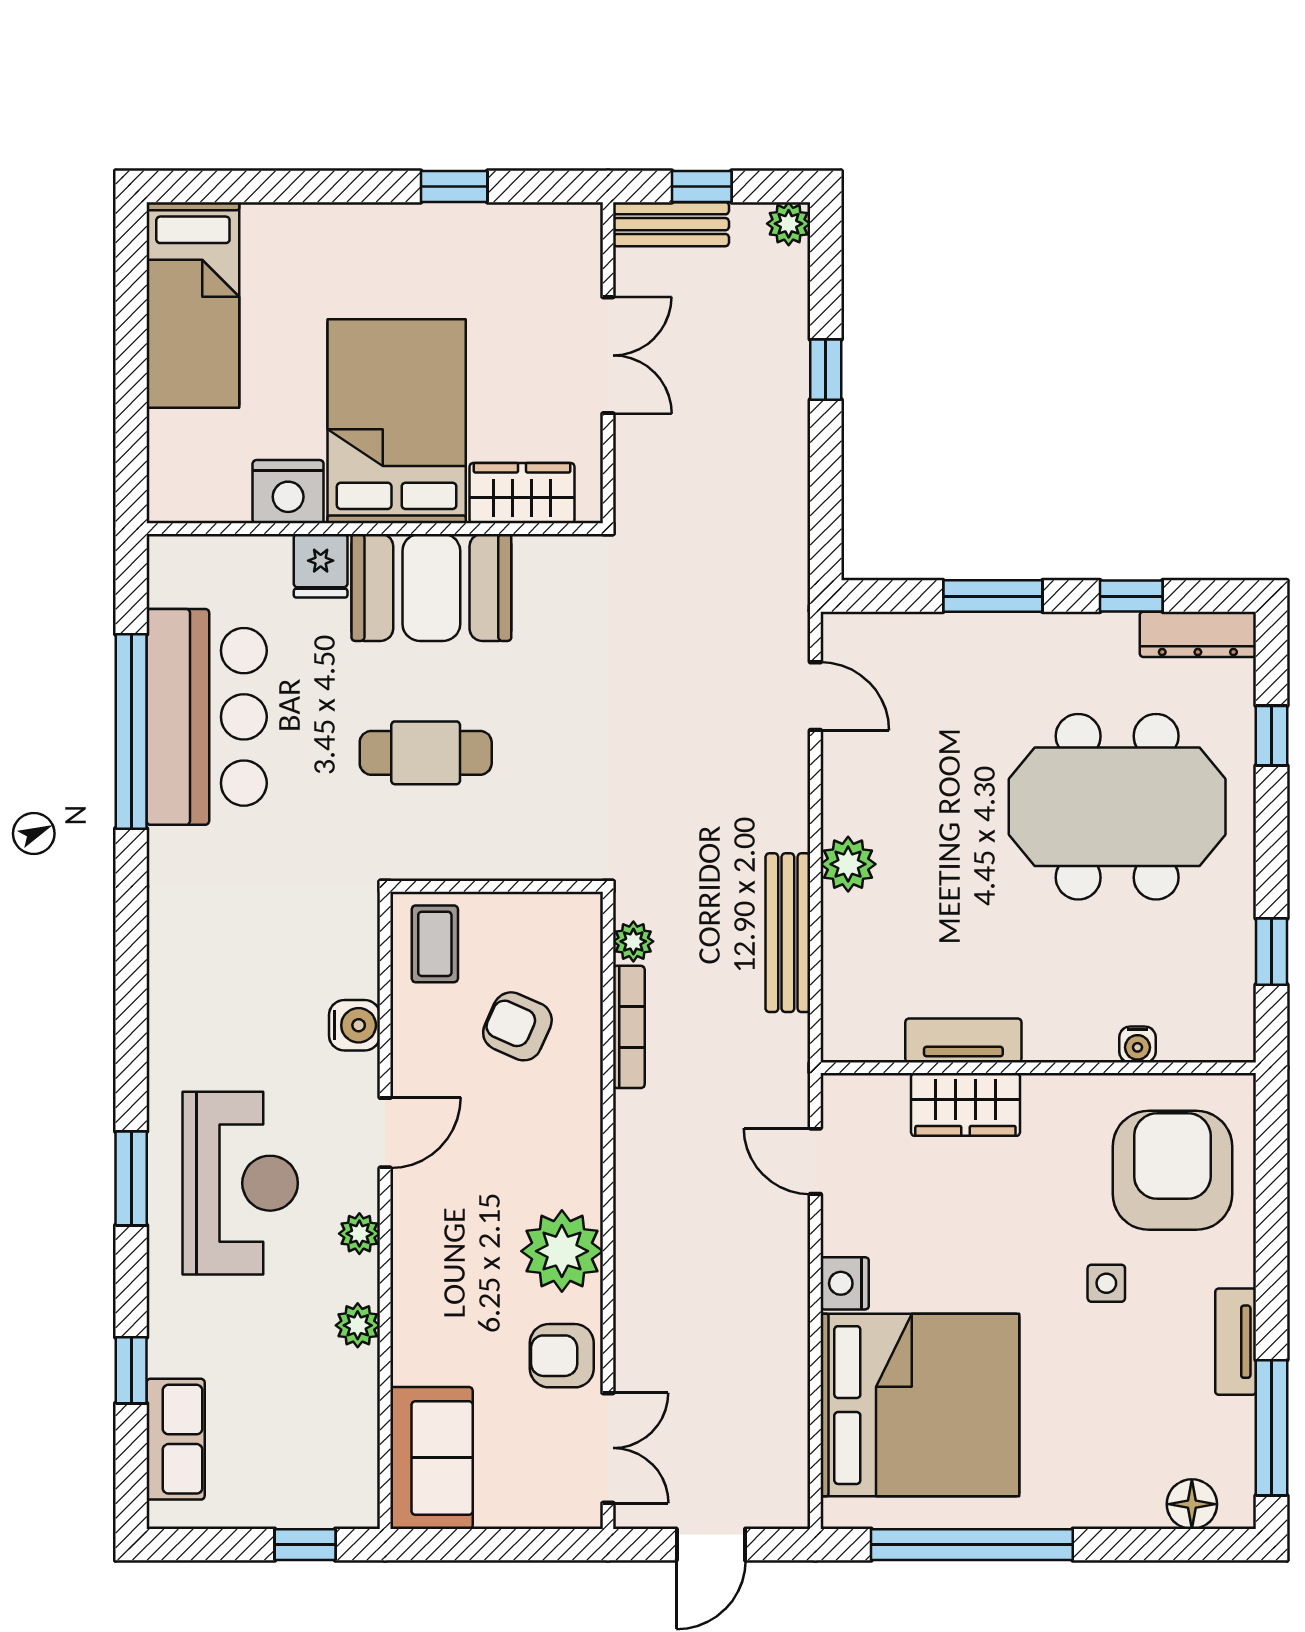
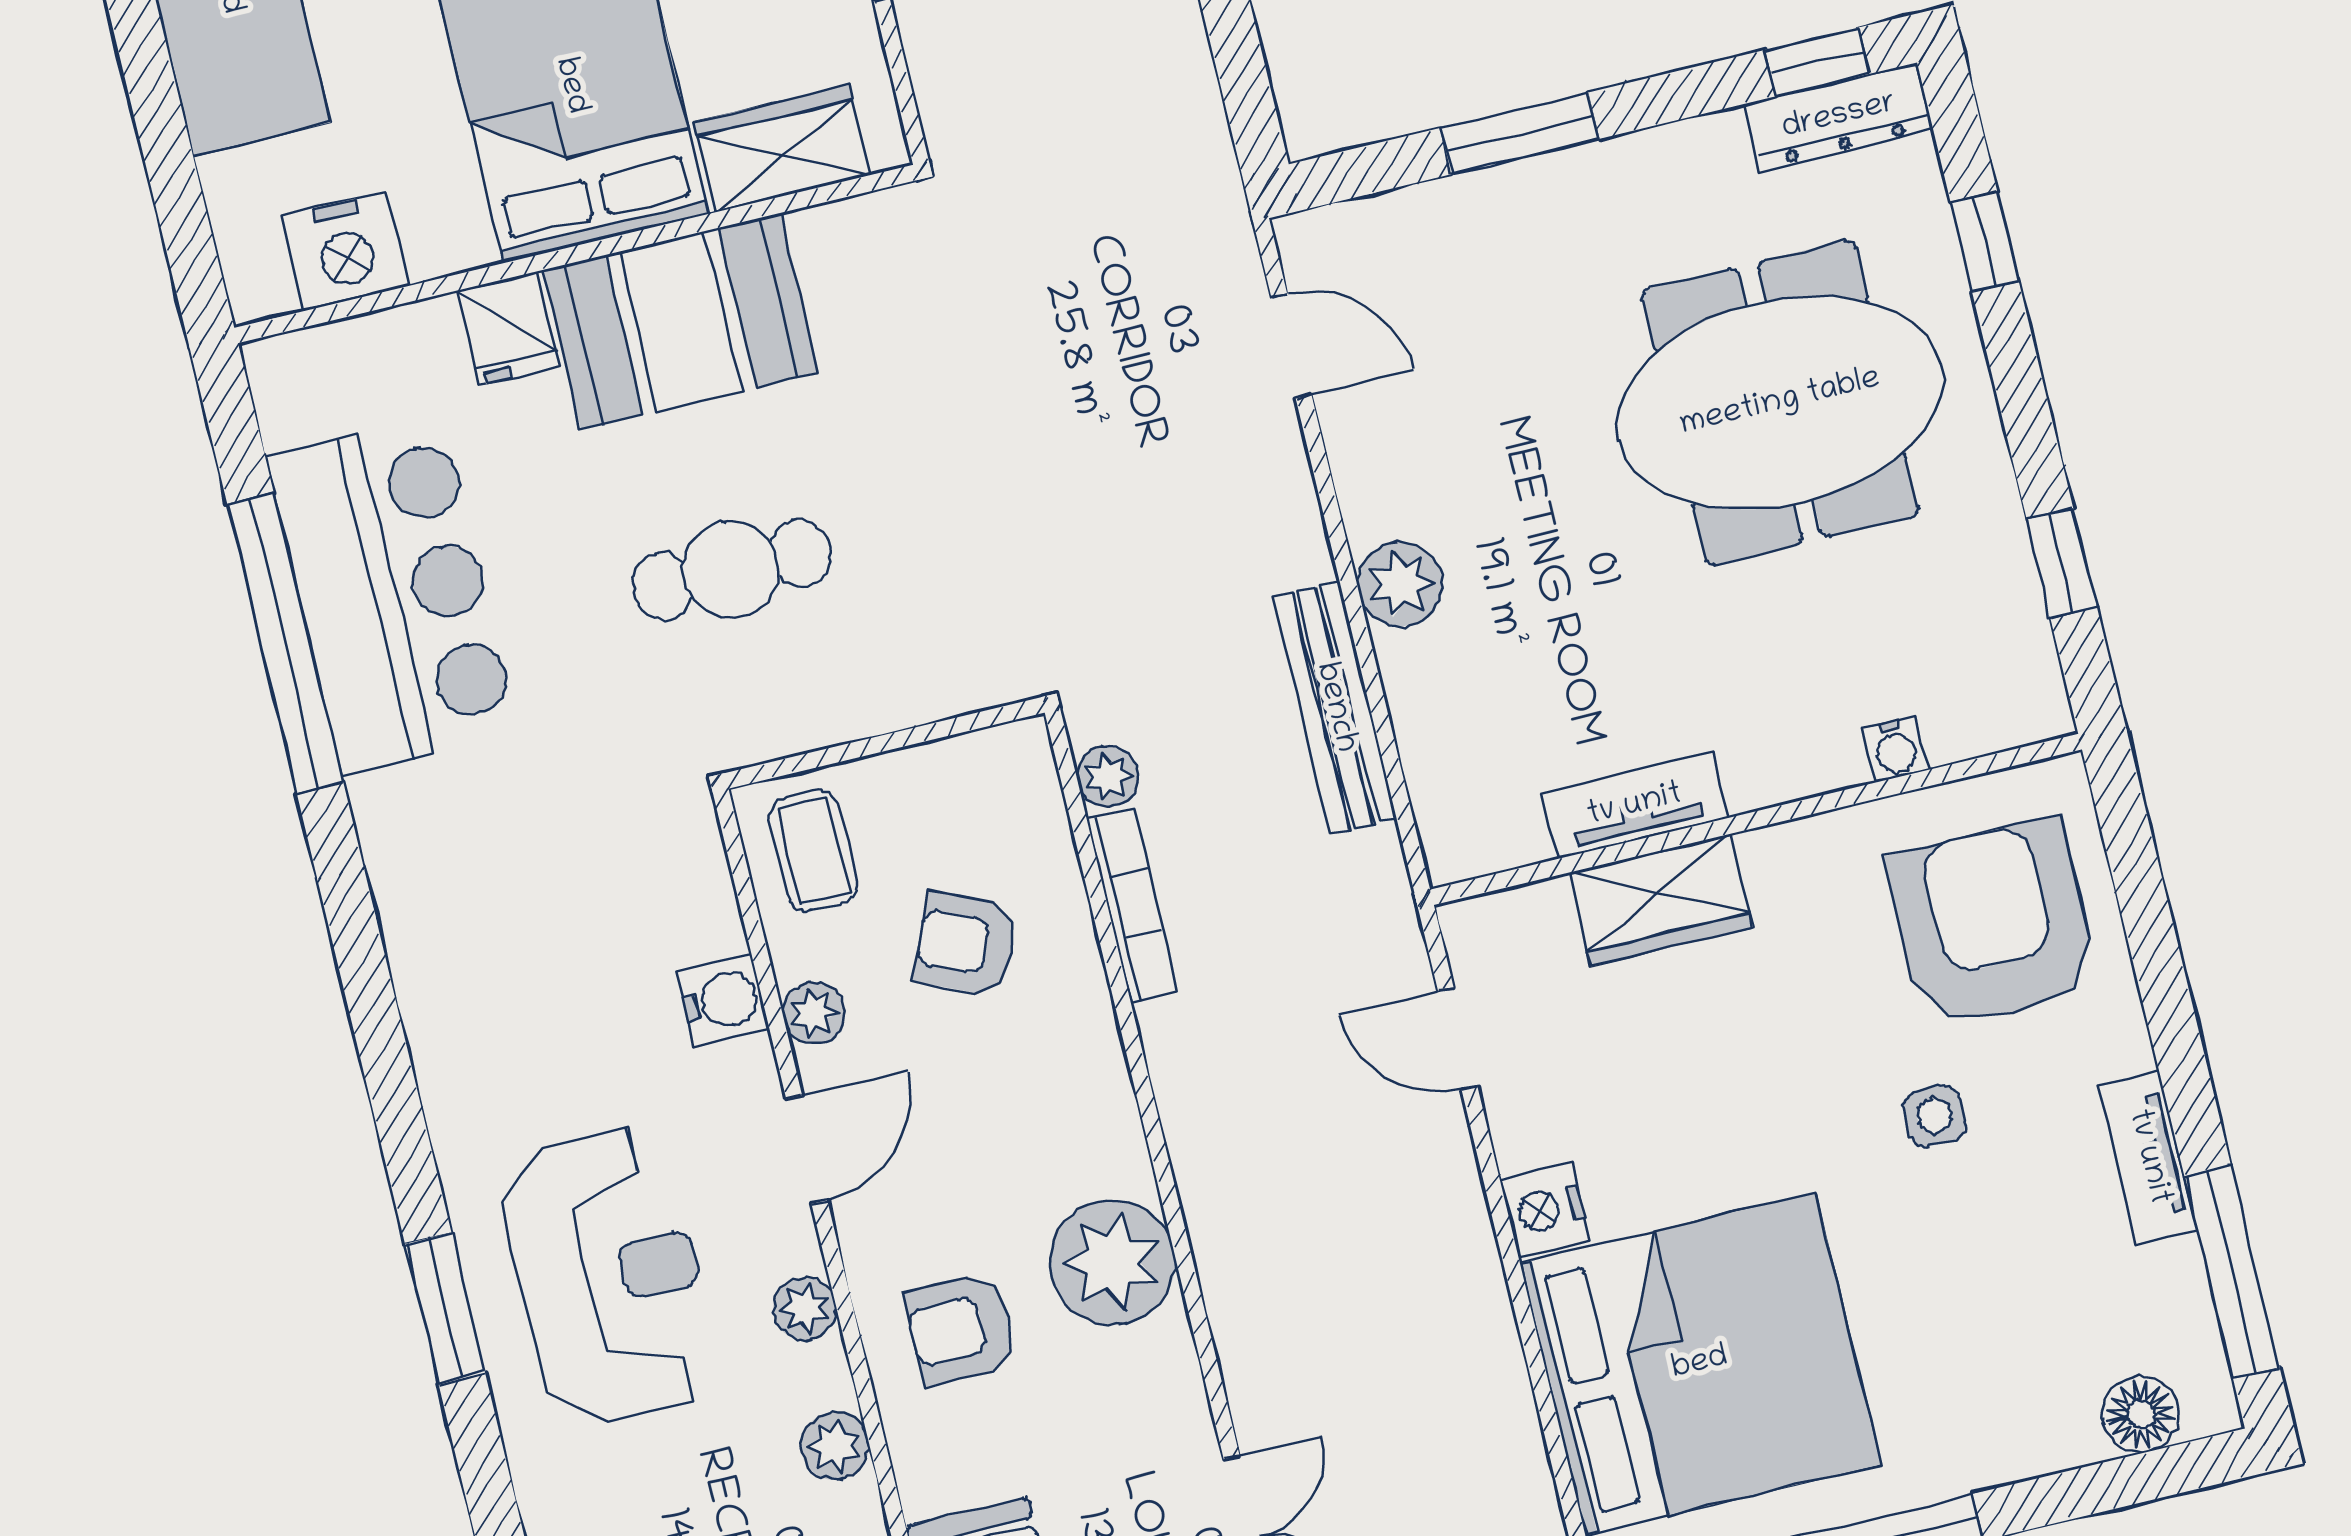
nightstand: (288, 492) -> (345, 251), moved
window: (1131, 596) -> (1817, 62), moved
plant: (410, 1047) -> (814, 1013), added
armchair: (562, 1356) -> (960, 1329), moved

